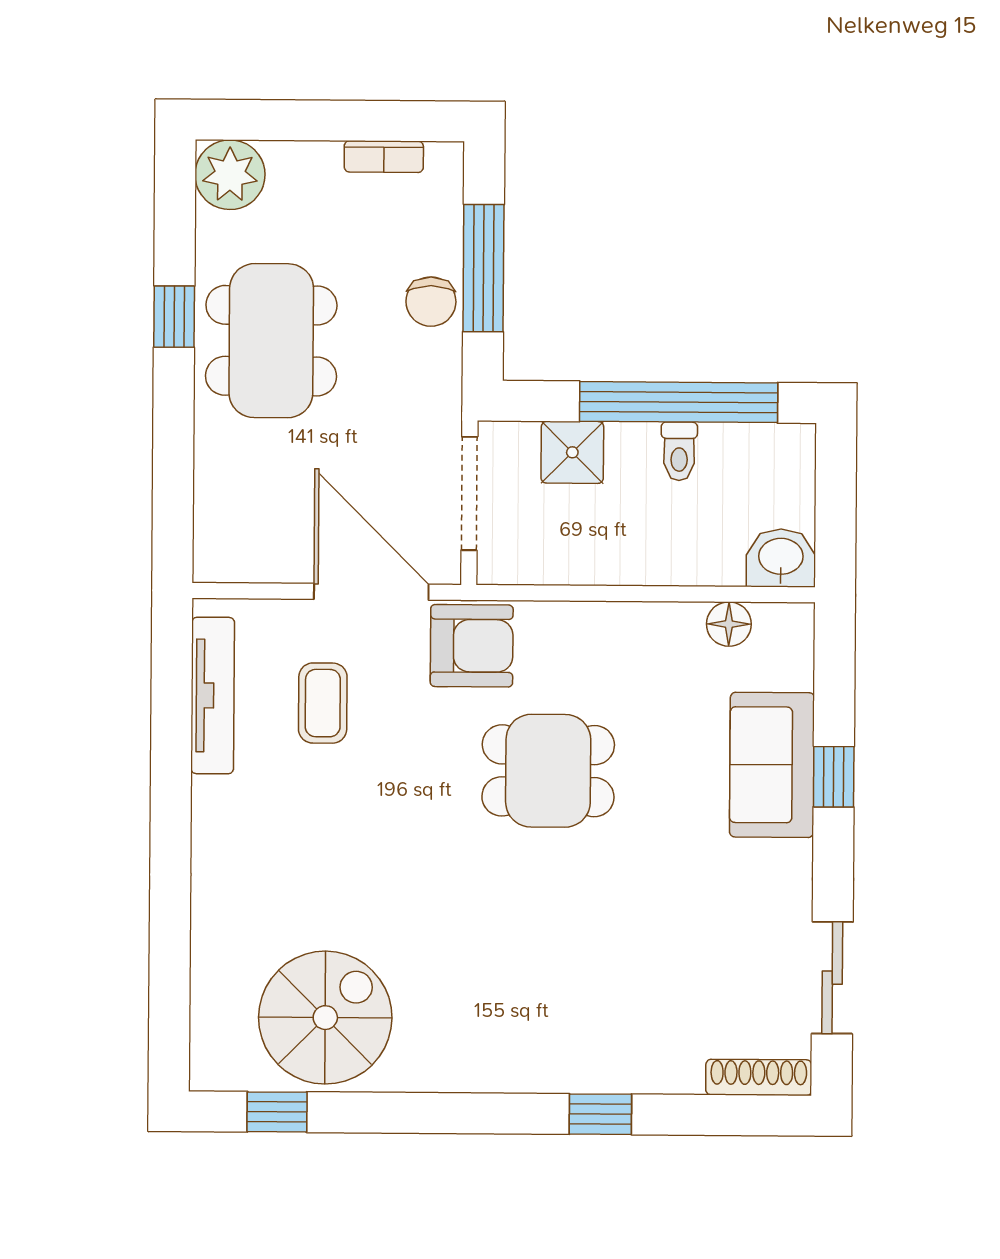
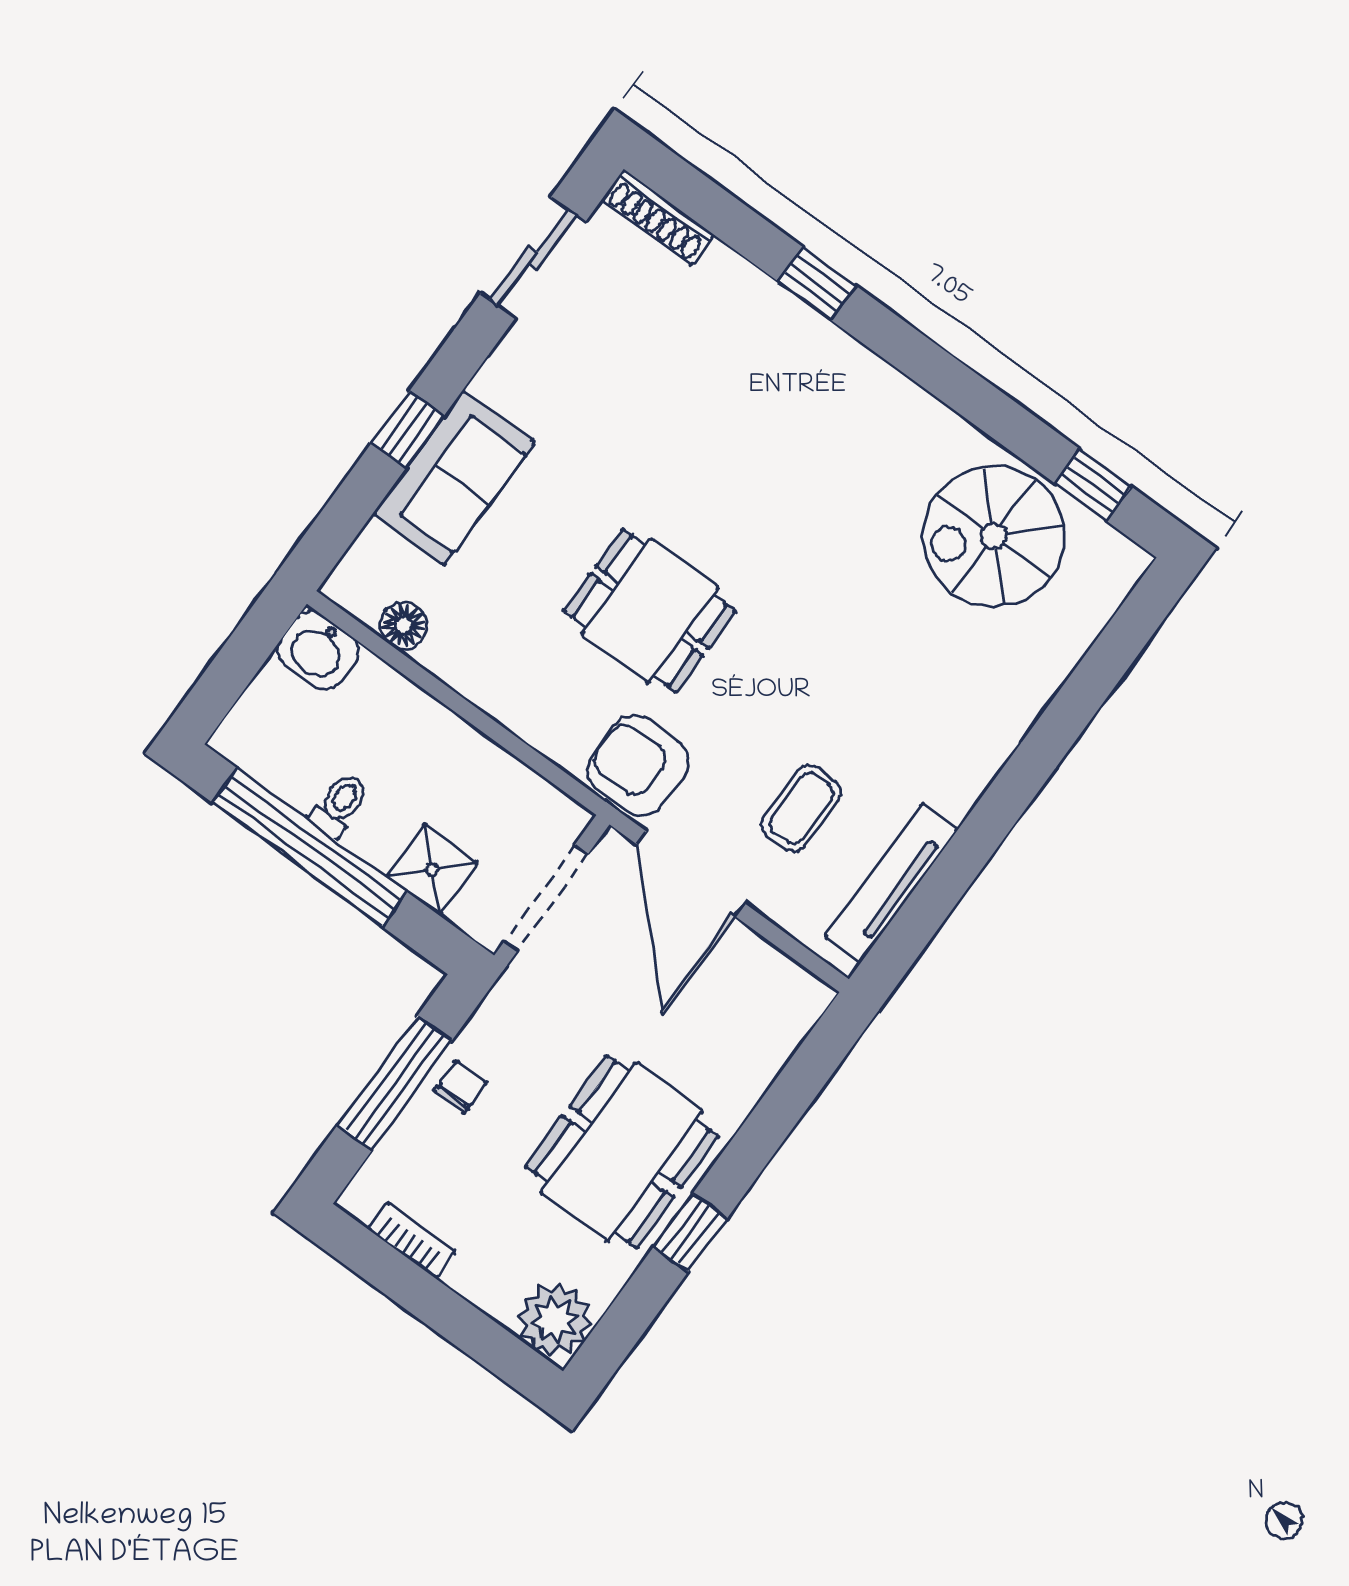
chair: (431, 302) -> (460, 1087), width x0.73, depth x0.73

